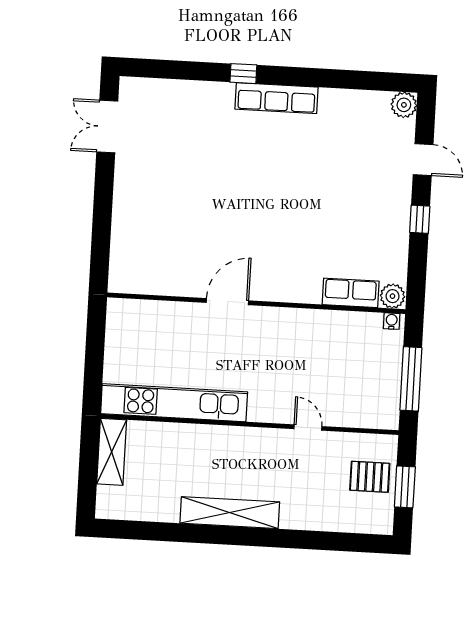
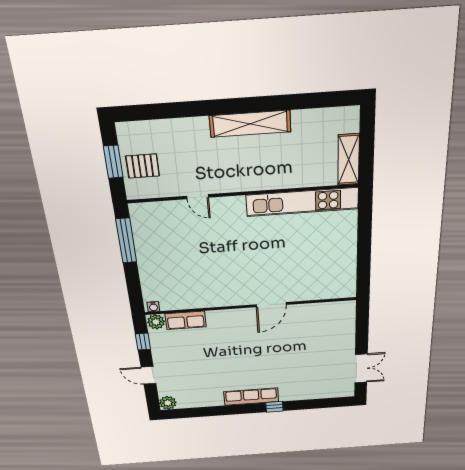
row of seats: (351, 293) -> (186, 320), moved
plant: (393, 296) -> (156, 322), moved
door: (227, 302) -> (271, 305), moved
wall: (256, 303) -> (251, 306), moved
water cooler: (392, 321) -> (153, 307), moved

